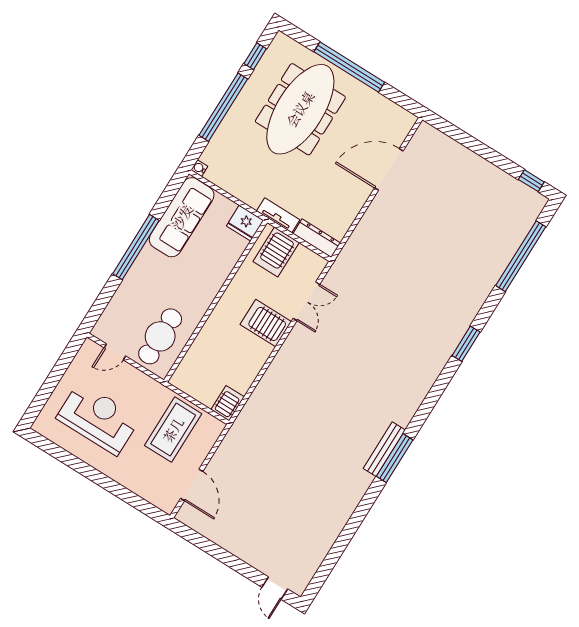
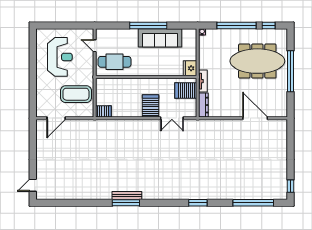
sofa: (182, 217) -> (160, 38), moved

